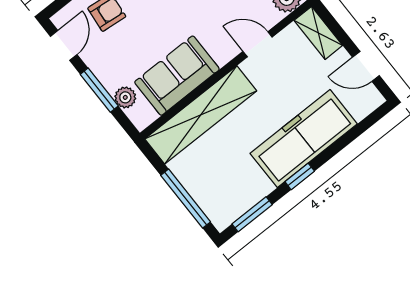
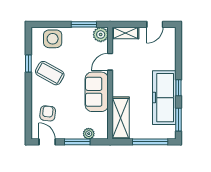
sofa: (177, 76) -> (97, 92), moved
shelving: (201, 115) -> (121, 118), width x0.68
freezer: (304, 139) -> (164, 98), moved

